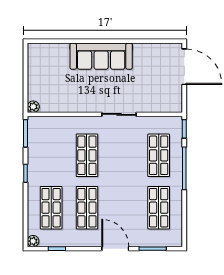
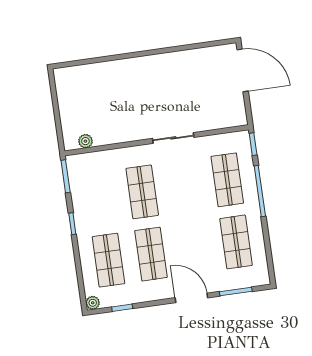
sofa: (101, 56) -> (142, 72), removed
plant: (33, 107) -> (85, 141), moved

